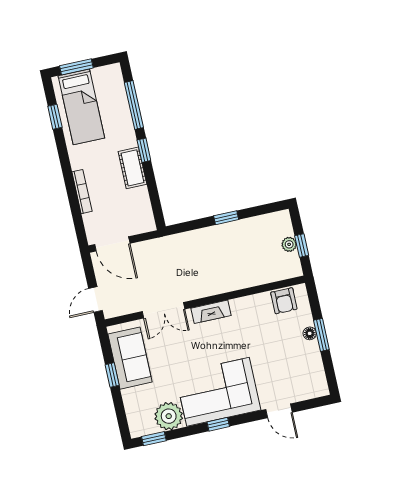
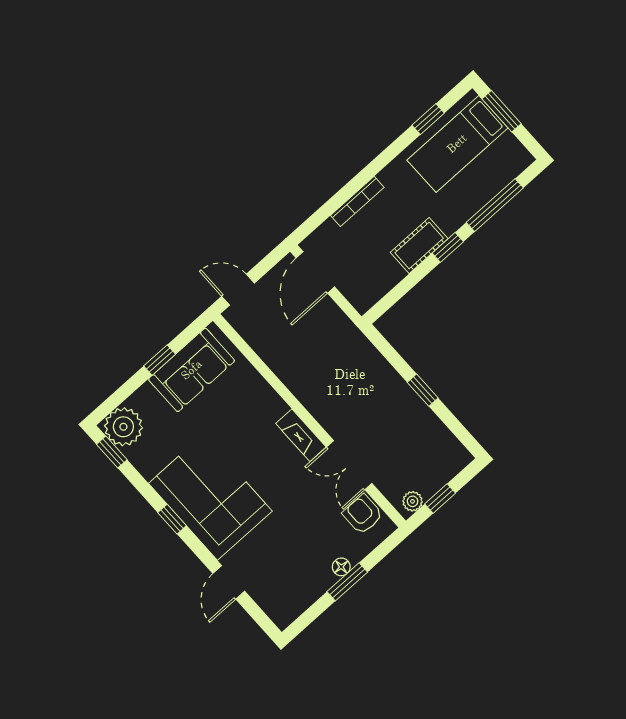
plant: (289, 244) -> (413, 501), moved
armchair: (284, 301) -> (363, 514), turned 90
double door: (164, 310) -> (349, 465), moved
plant: (169, 416) -> (123, 427), moved

